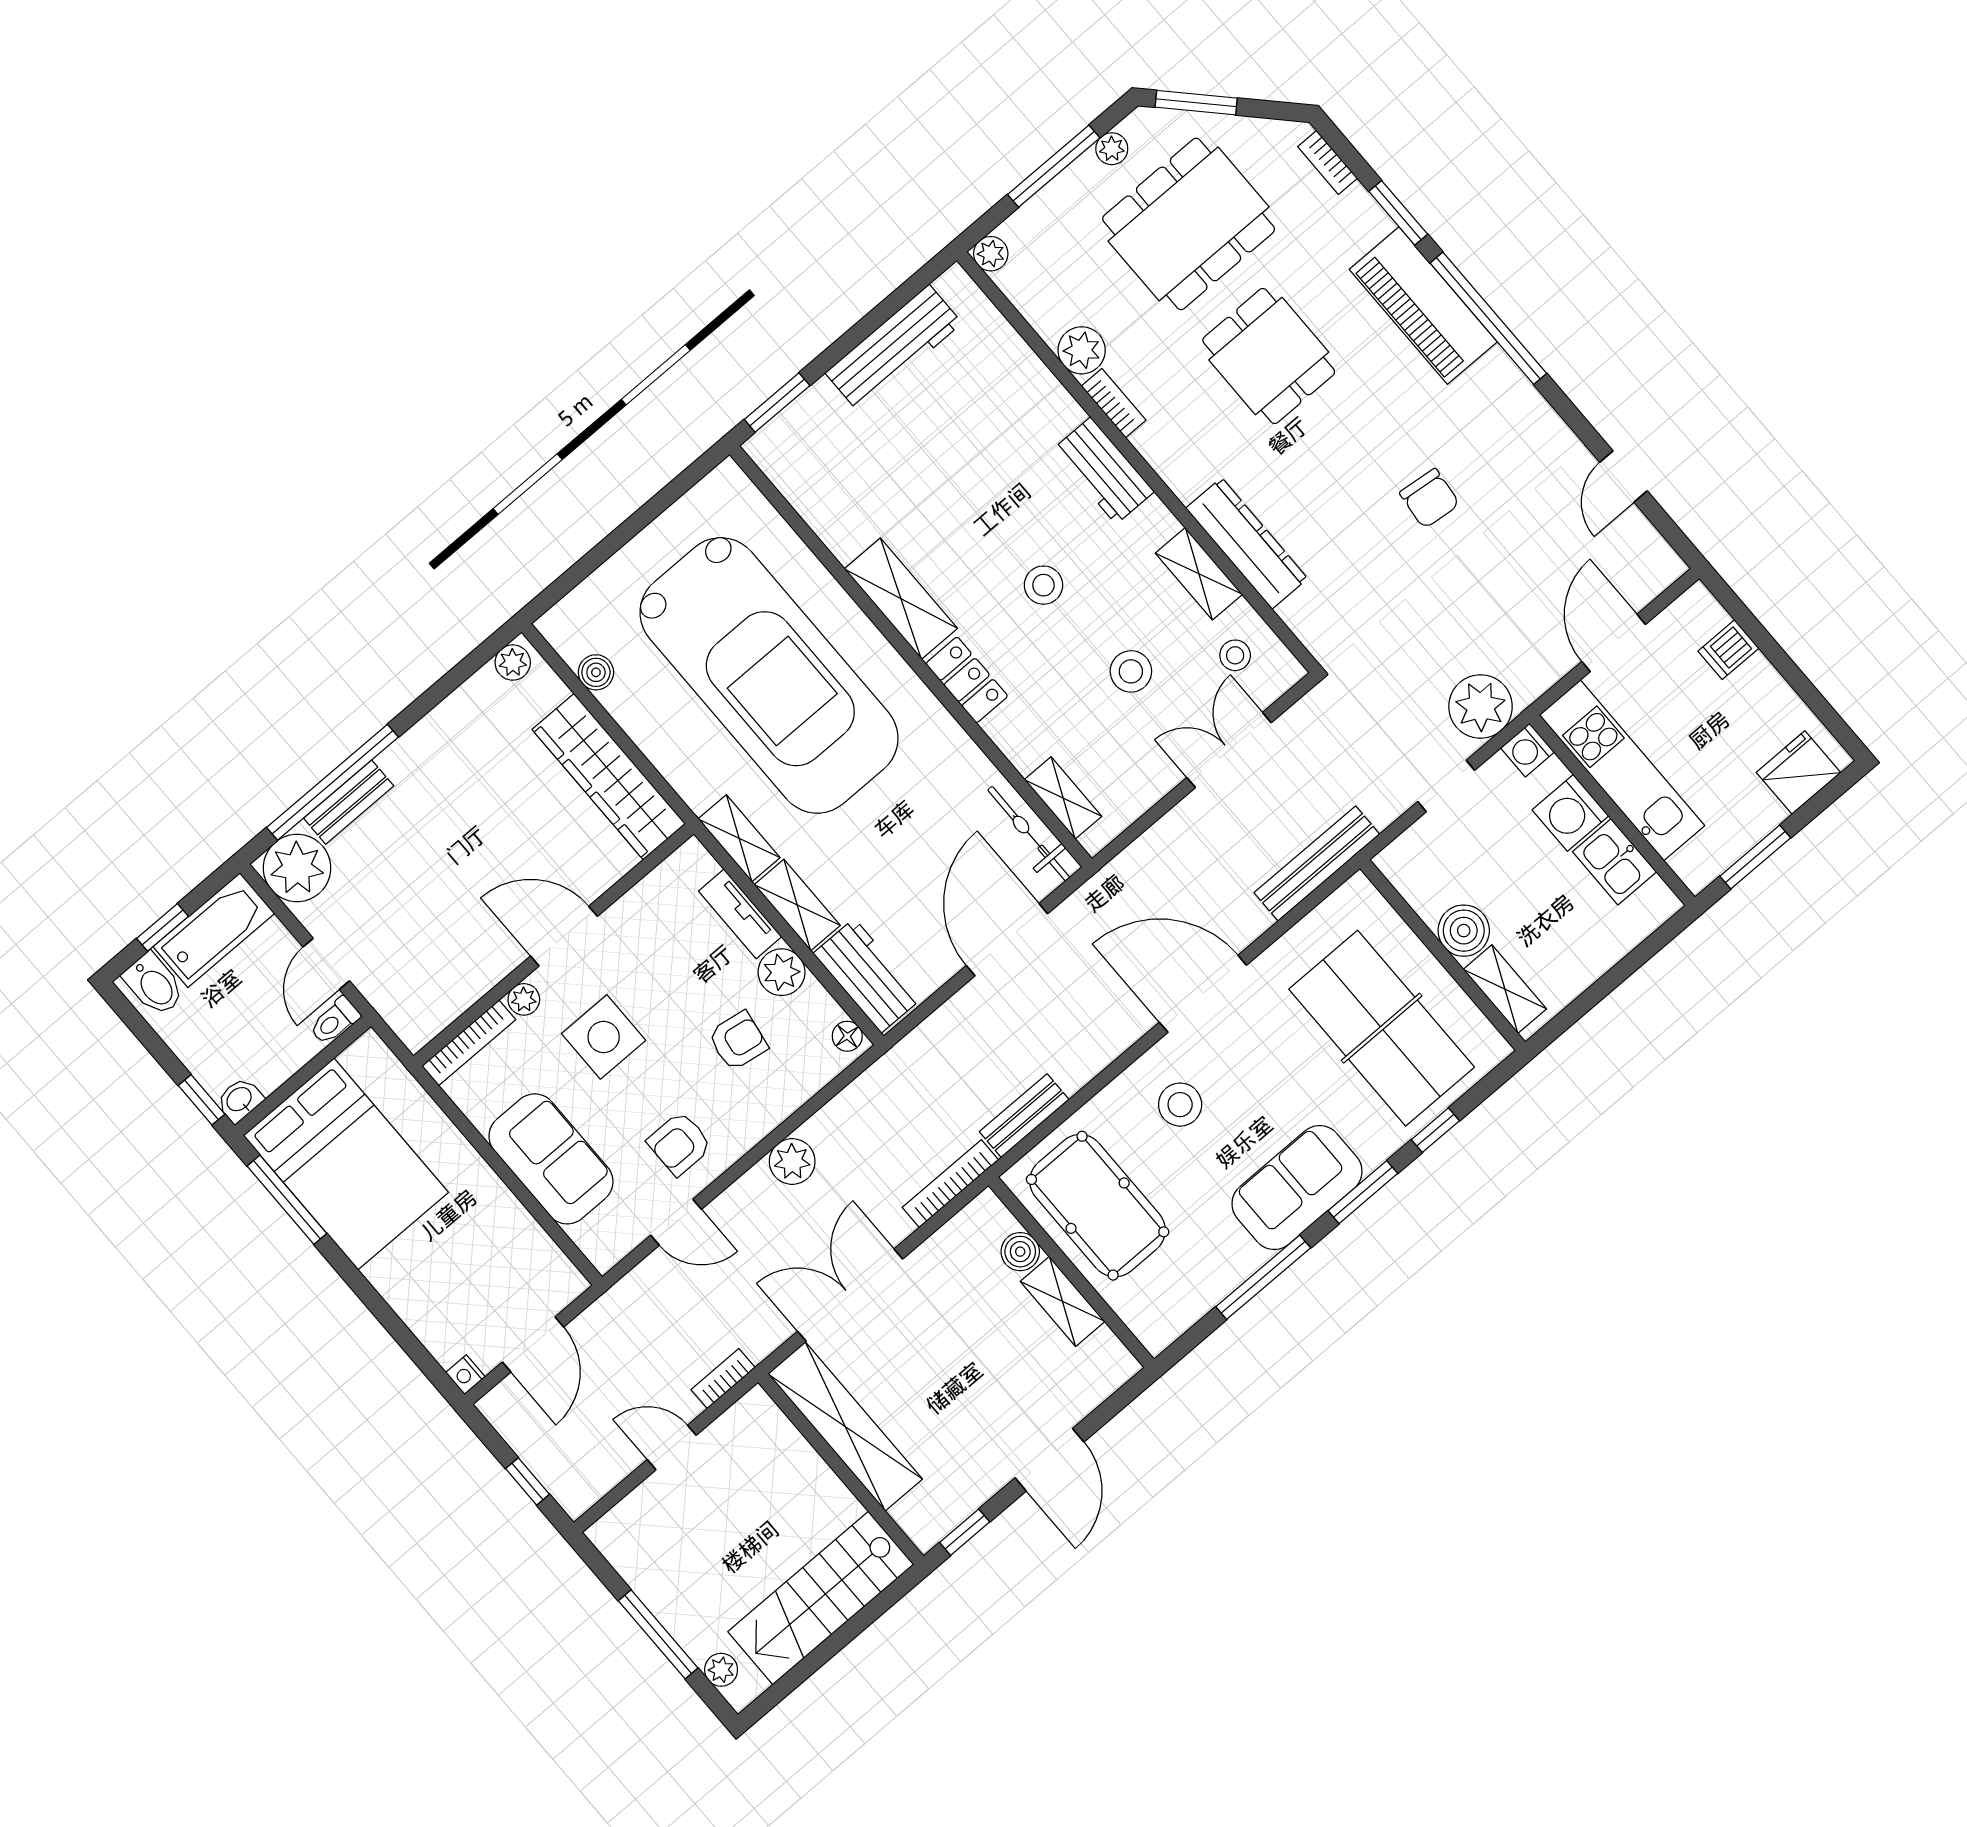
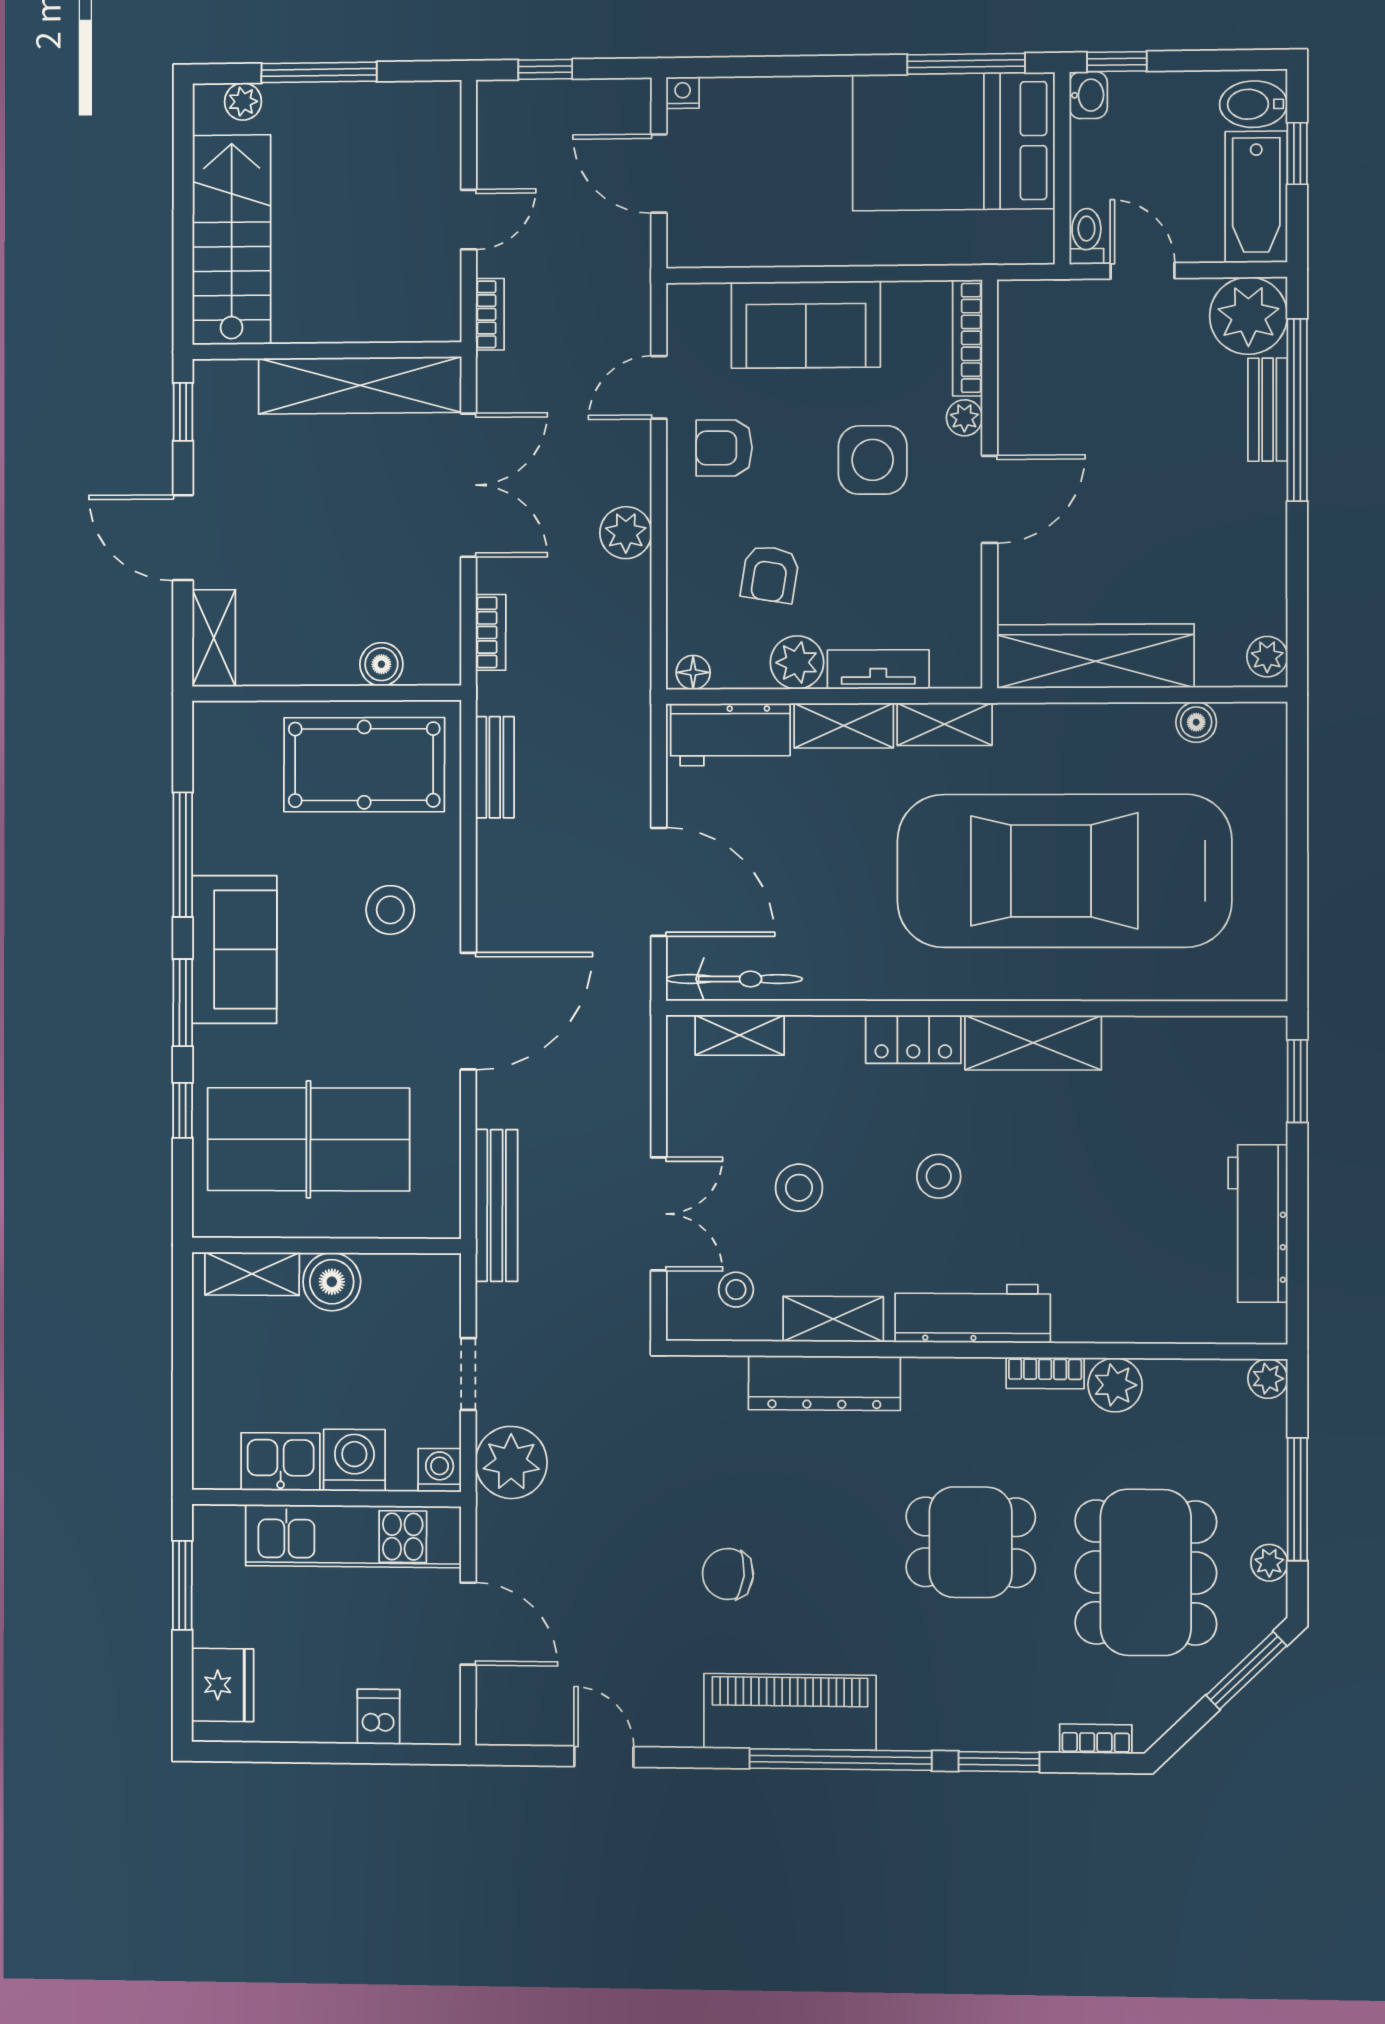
piano: (1423, 306) -> (790, 1712), moved
workbench: (1103, 471) -> (973, 1313), width x1.38
armchair: (680, 1144) -> (724, 448), turned -90
bookcase: (950, 1184) -> (491, 632), width x0.64
shelving: (1063, 1301) -> (214, 638), moved, turned 90

